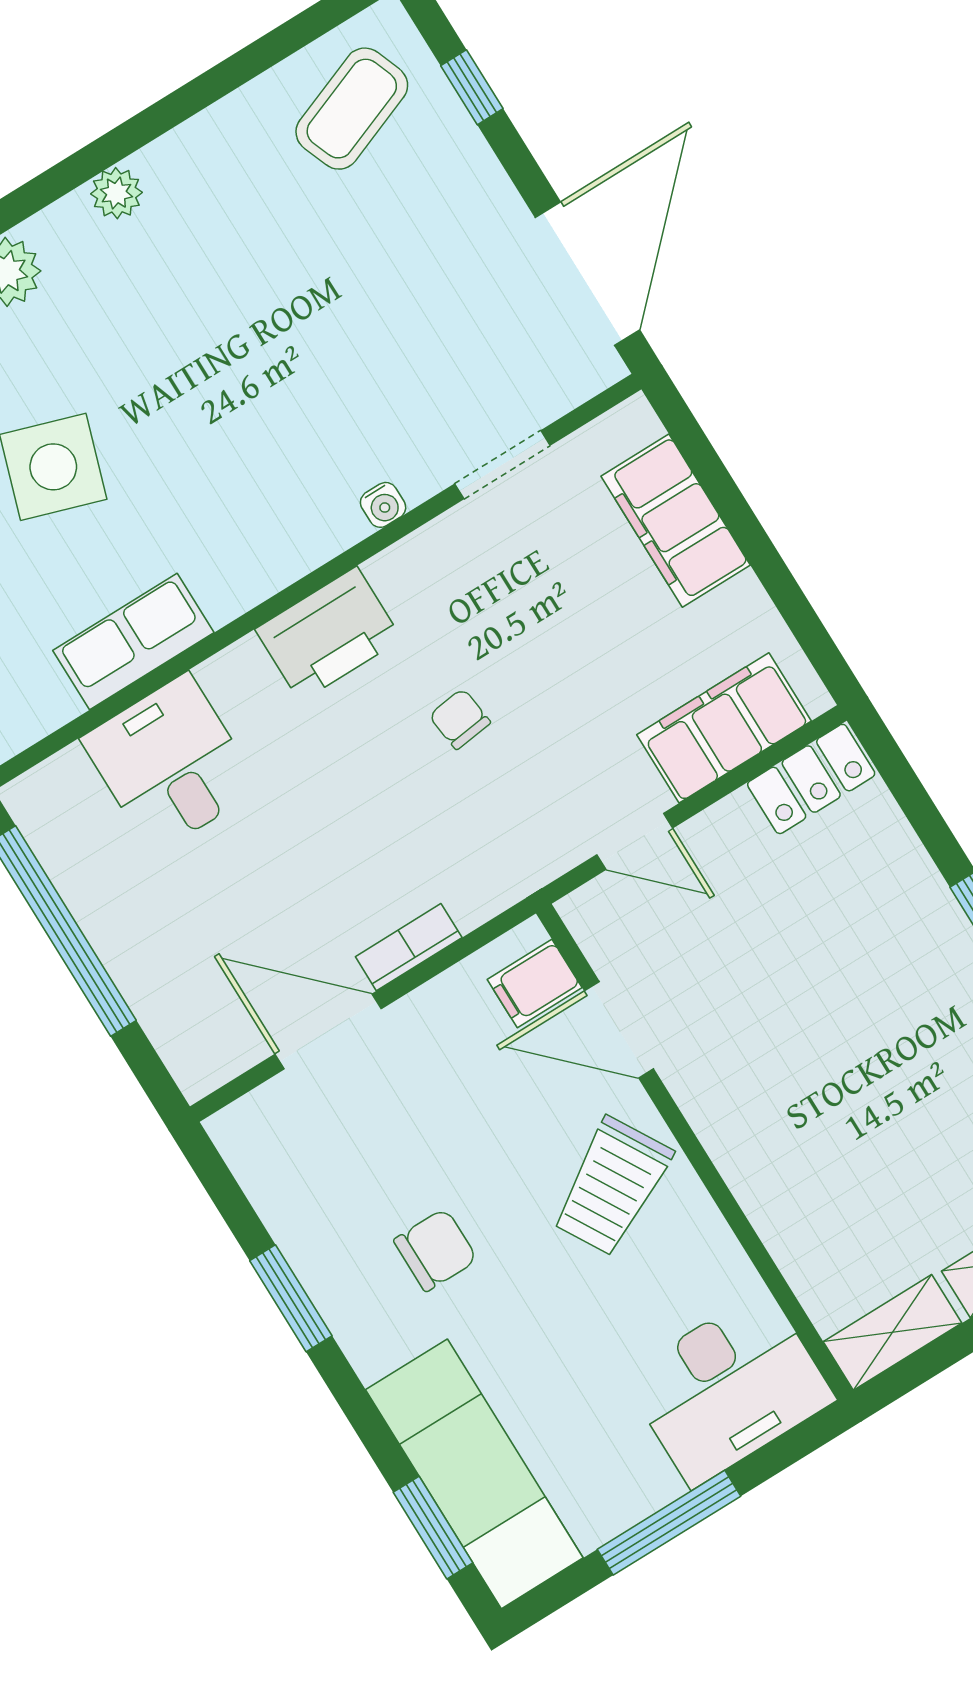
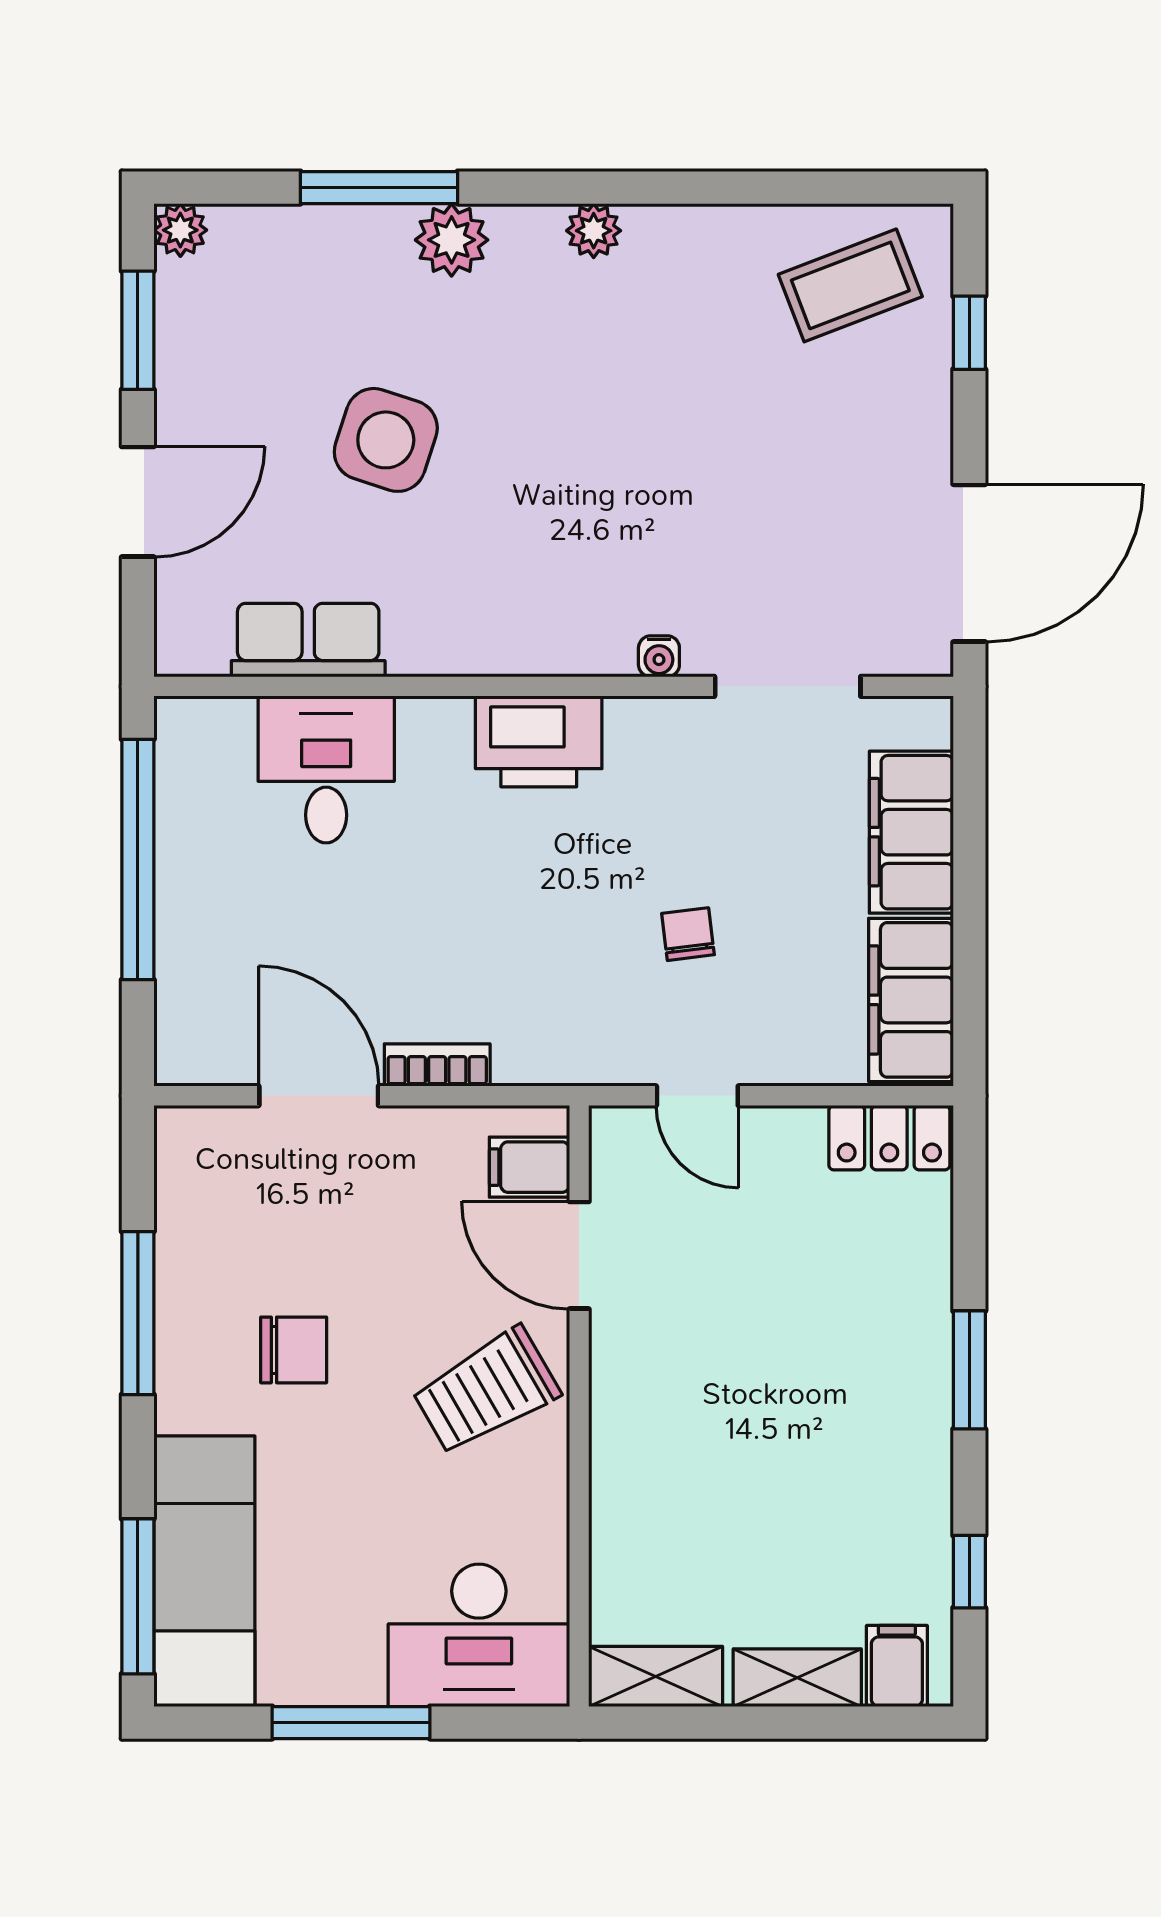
doorway: (502, 465) -> (788, 686), width x1.38
row of seats: (133, 641) -> (308, 640), moved
chair: (460, 719) -> (688, 934), moved
filing cabinet: (724, 728) -> (911, 1000), moved, turned -90
window: (291, 1298) -> (138, 1313), width x1.44
window: (433, 1528) -> (138, 1596), width x1.44

